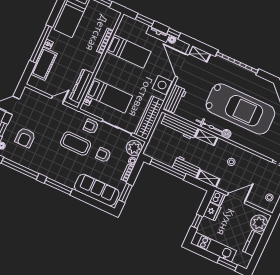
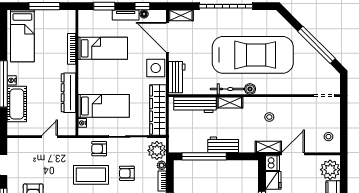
dresser: (81, 86) -> (68, 93), moved
shelving: (208, 179) -> (268, 147), moved

